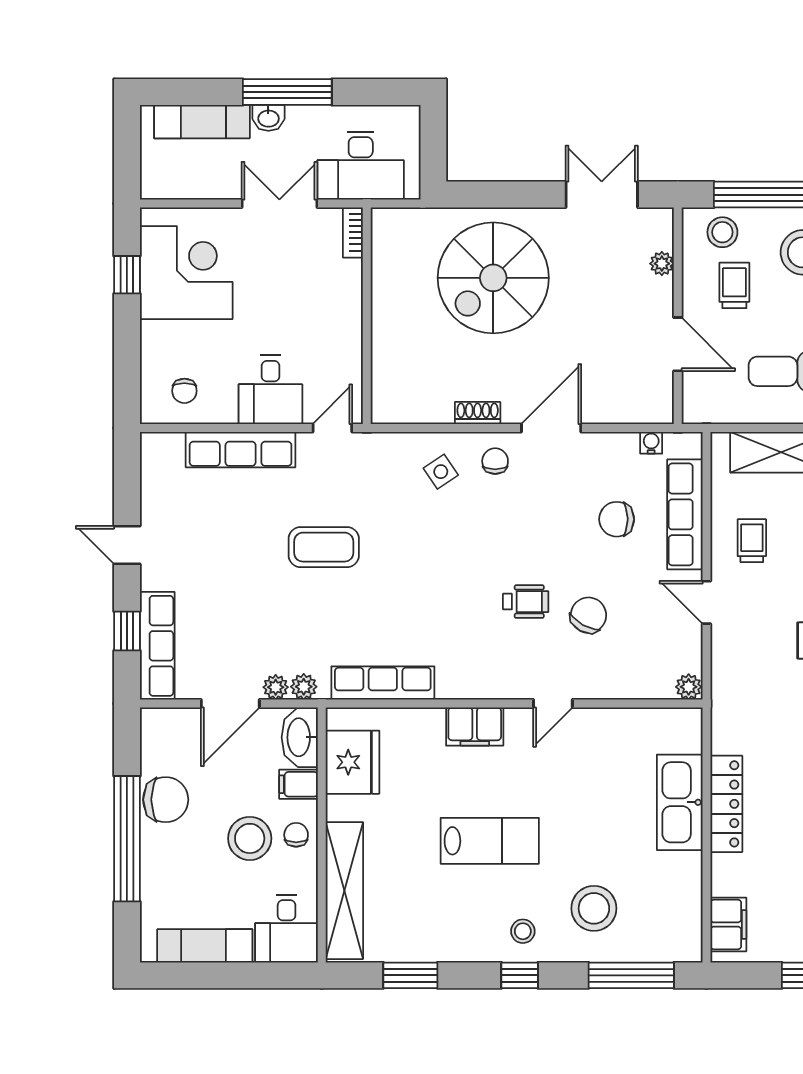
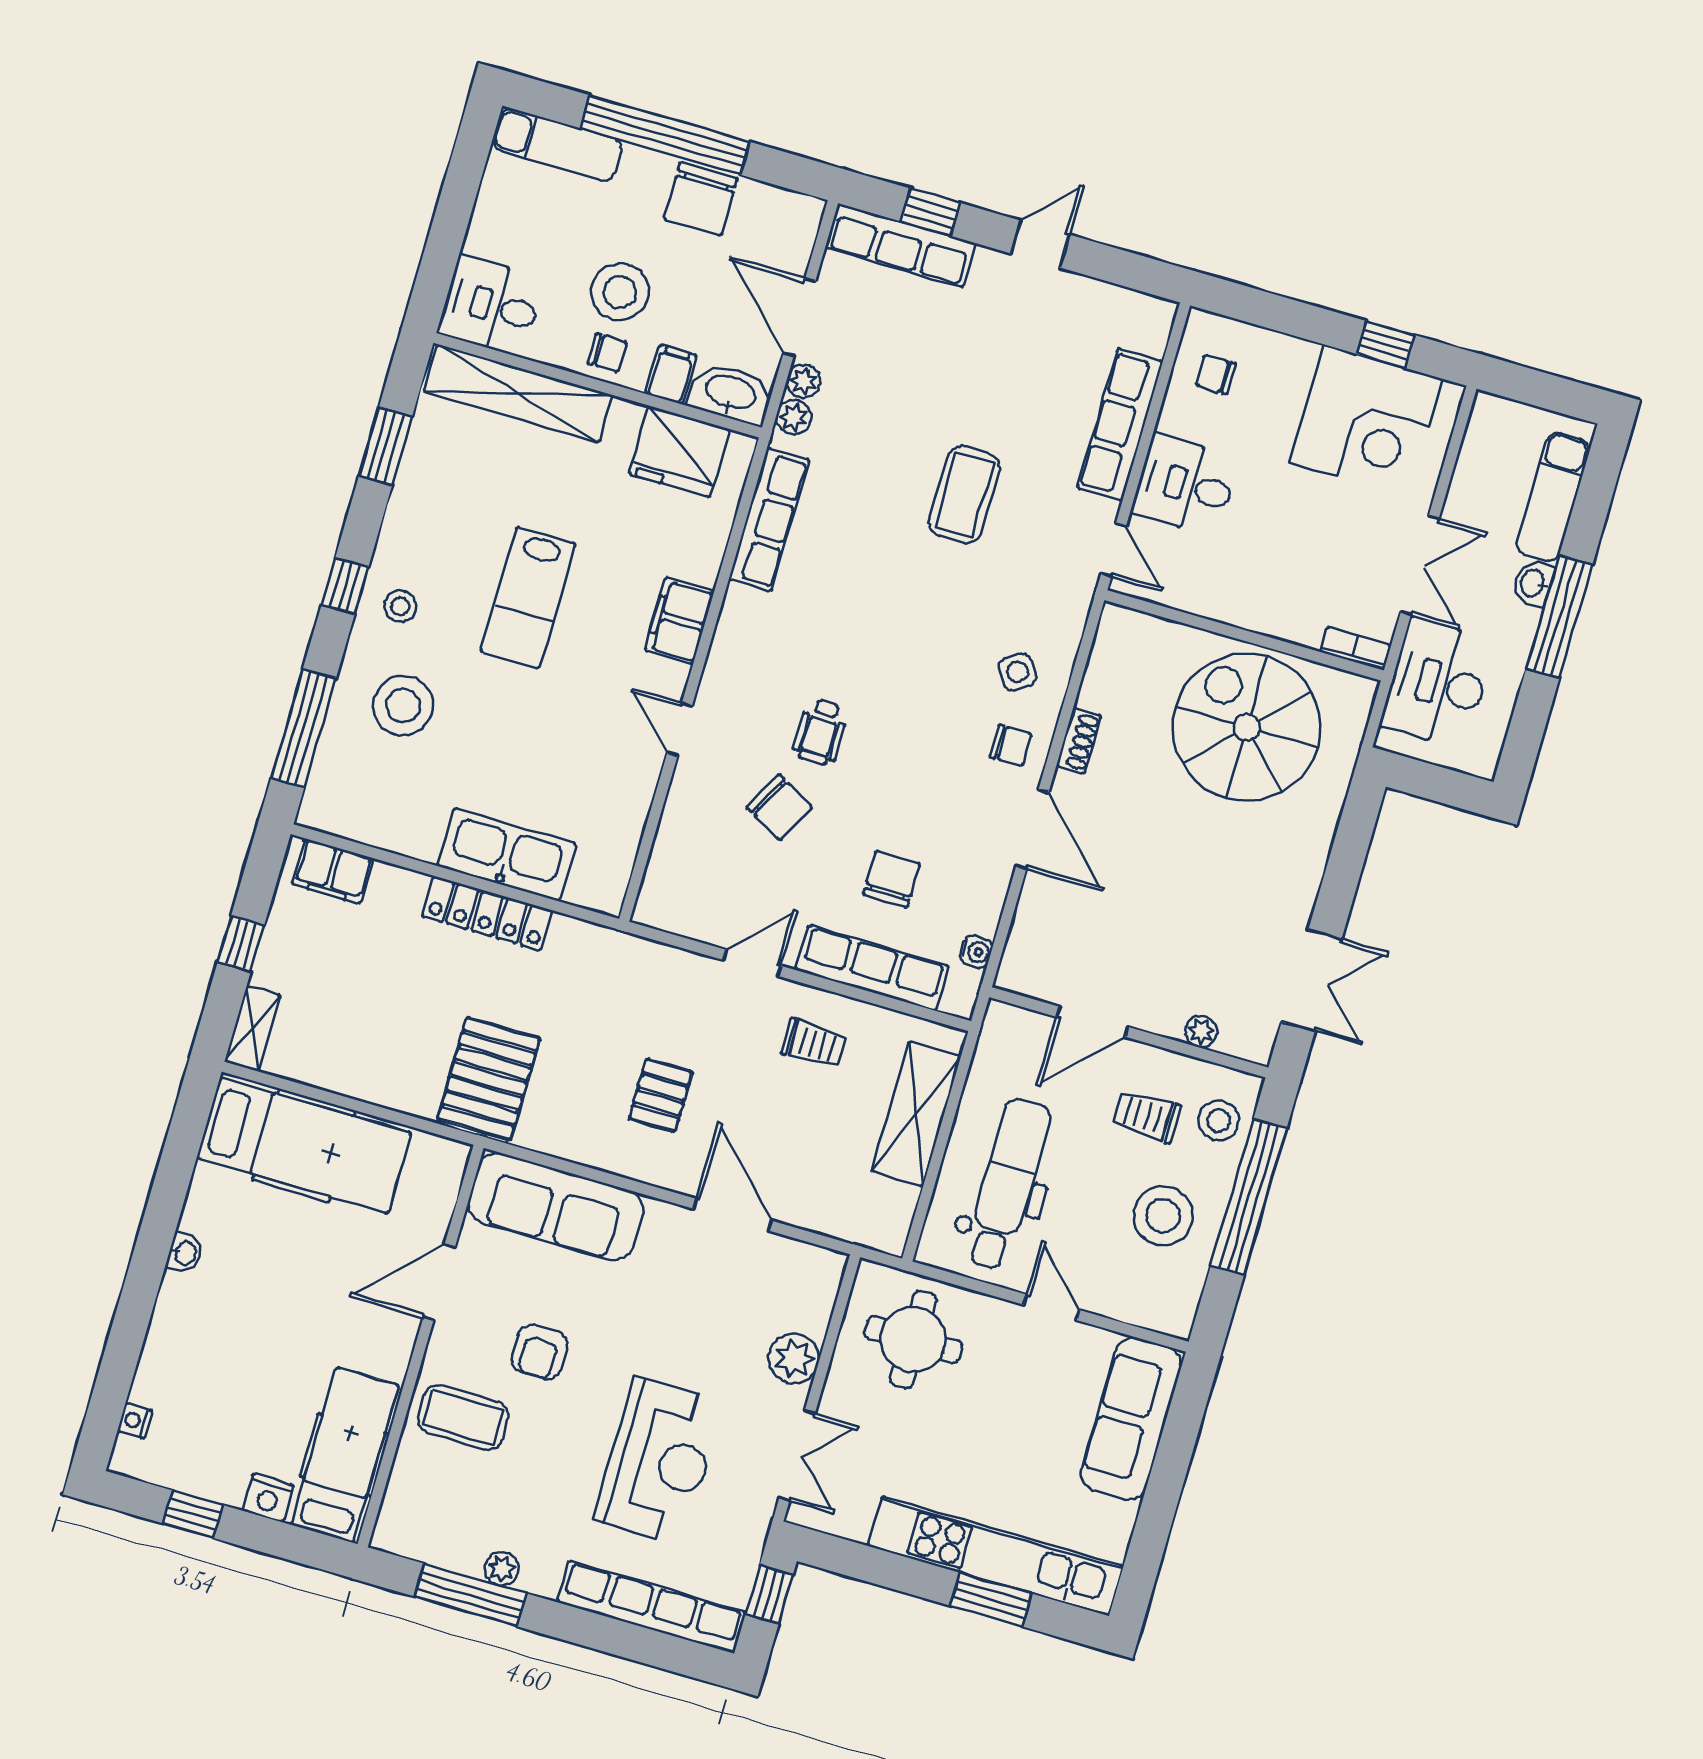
spiral stairs: (493, 278) -> (1247, 727), moved
trolley: (734, 285) -> (1146, 1116), turned 180
plant: (689, 687) -> (651, 909), removed
exam couch: (205, 946) -> (557, 145), moved, turned 90

